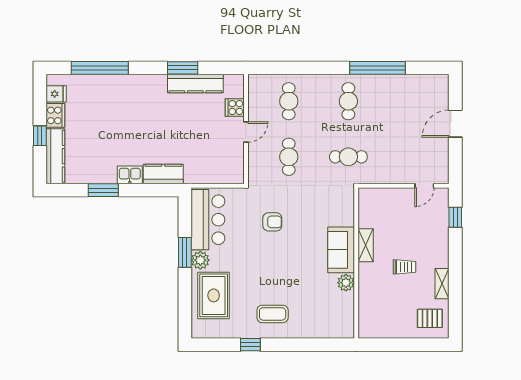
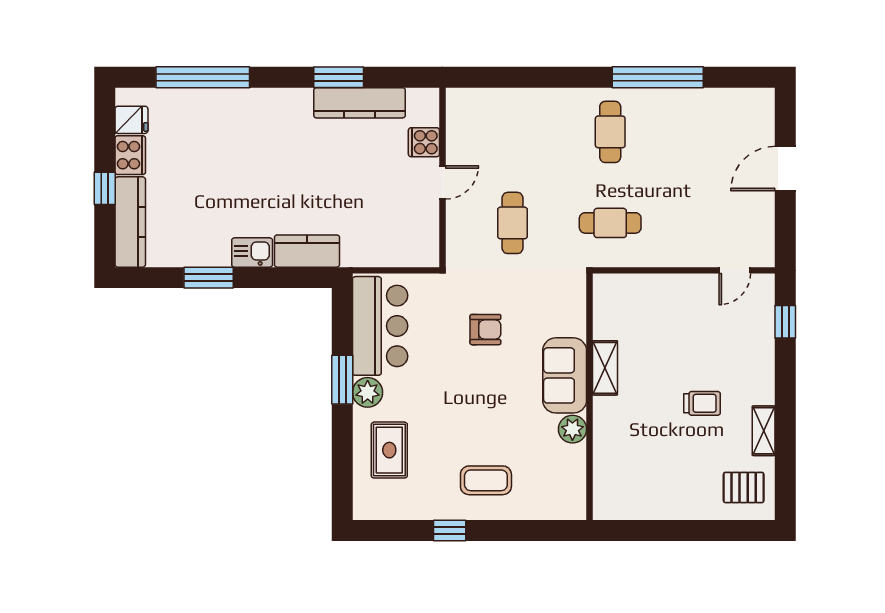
cafe table: (289, 101) -> (512, 132), removed
shelving: (366, 245) -> (605, 368), moved
sofa: (341, 250) -> (565, 375), moved
wall: (356, 263) -> (590, 397), moved
plant: (346, 283) -> (572, 429), moved
rug: (214, 295) -> (389, 450), width x0.73, depth x0.70

